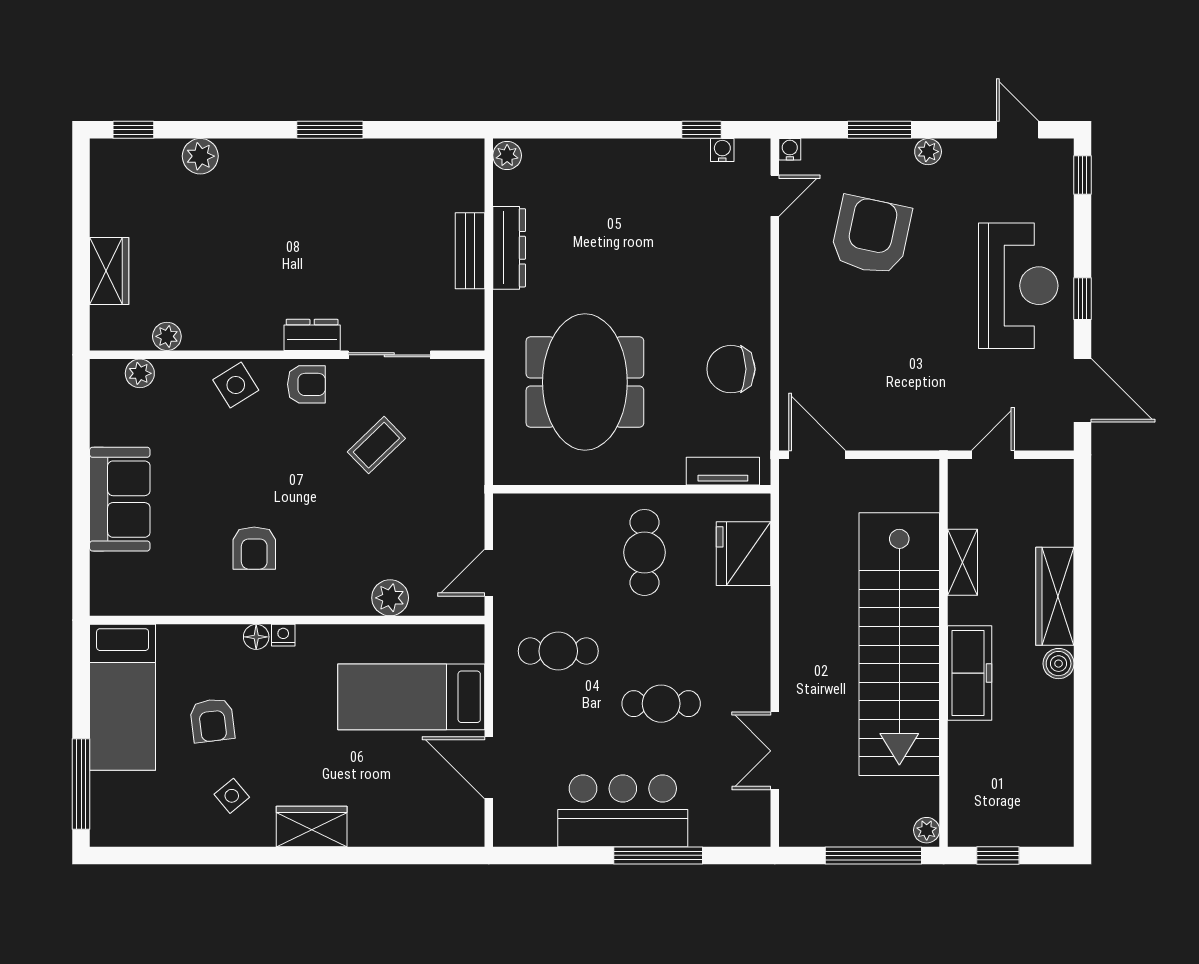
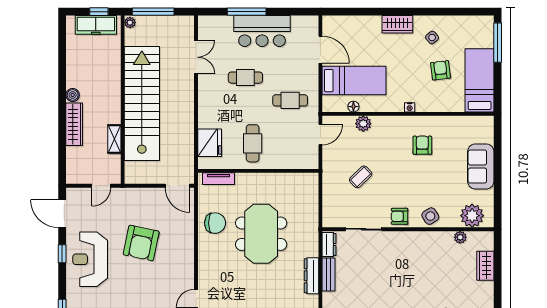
armchair: (871, 235) -> (141, 243), moved
dresser: (312, 335) -> (329, 244), moved, turned -90
plant: (140, 373) -> (472, 216), width x1.88, depth x1.88
meeting table: (585, 382) -> (261, 234), moved
coffee table: (376, 445) -> (361, 177), moved
floor lamp: (256, 637) -> (353, 107), moved
freezer: (970, 673) -> (96, 25), moved, turned -90

